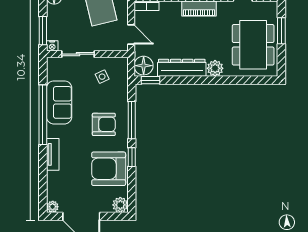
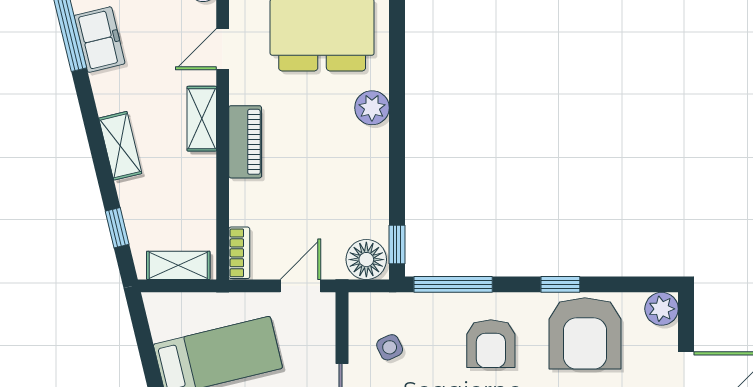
dresser: (182, 68) -> (371, 178), removed
window: (132, 120) -> (453, 284), moved
armchair: (104, 124) -> (491, 344), turned 180

